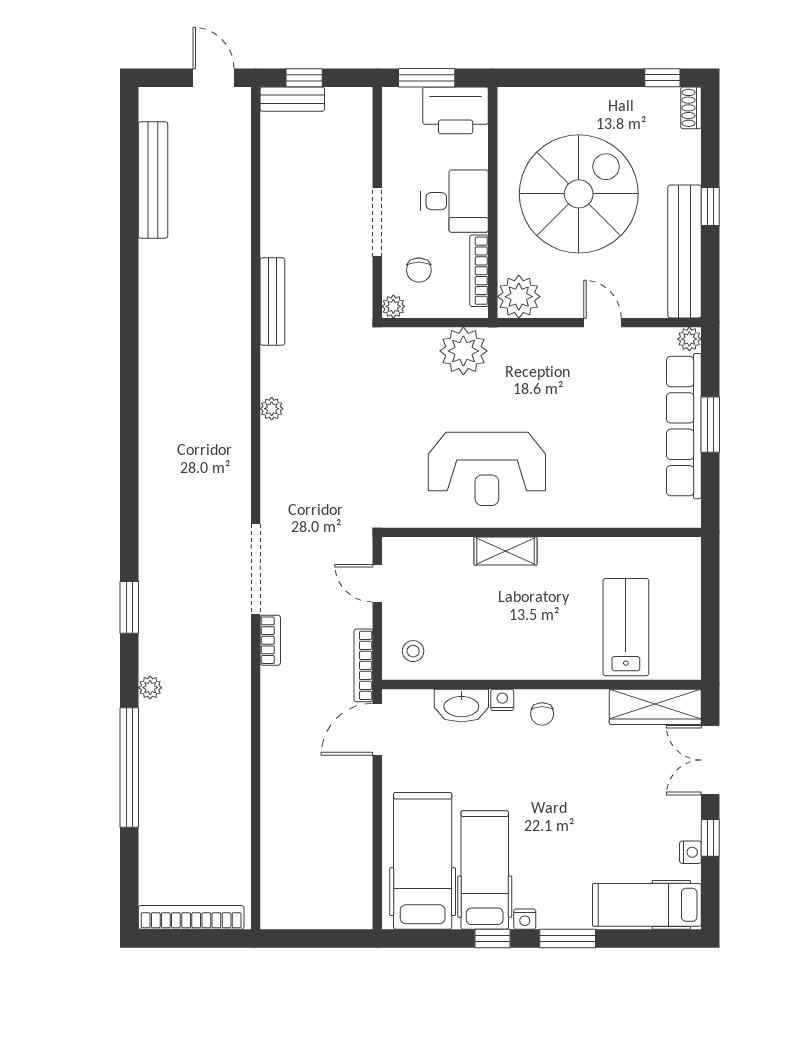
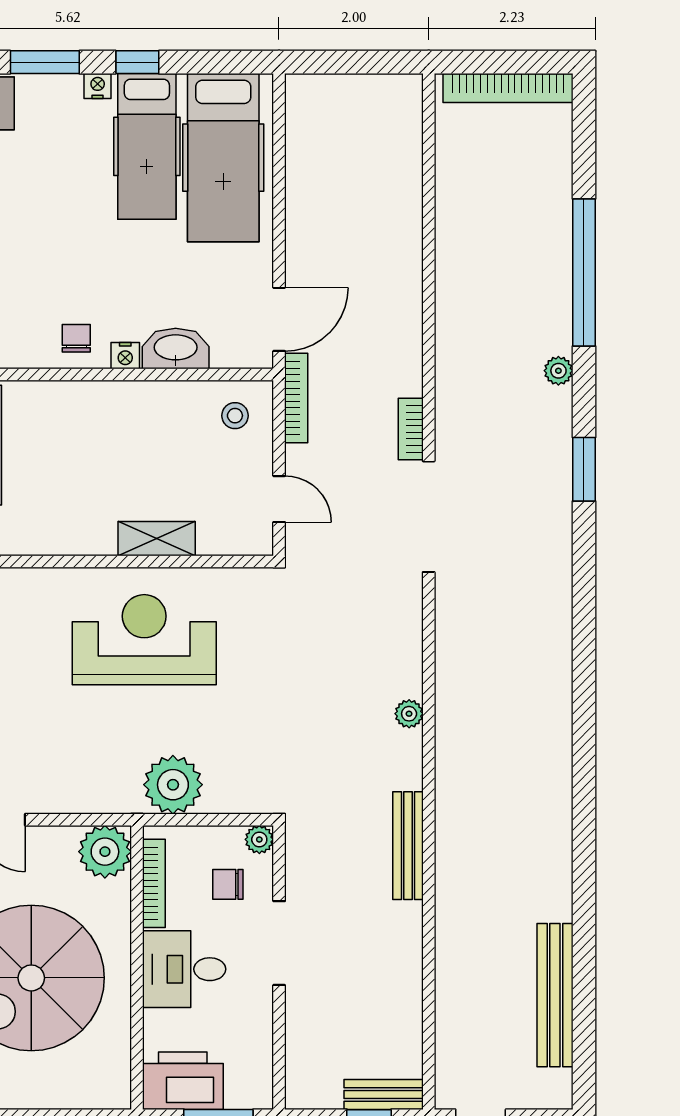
chair: (419, 270) -> (228, 884), turned -90
shelving: (505, 551) -> (157, 539), moved

